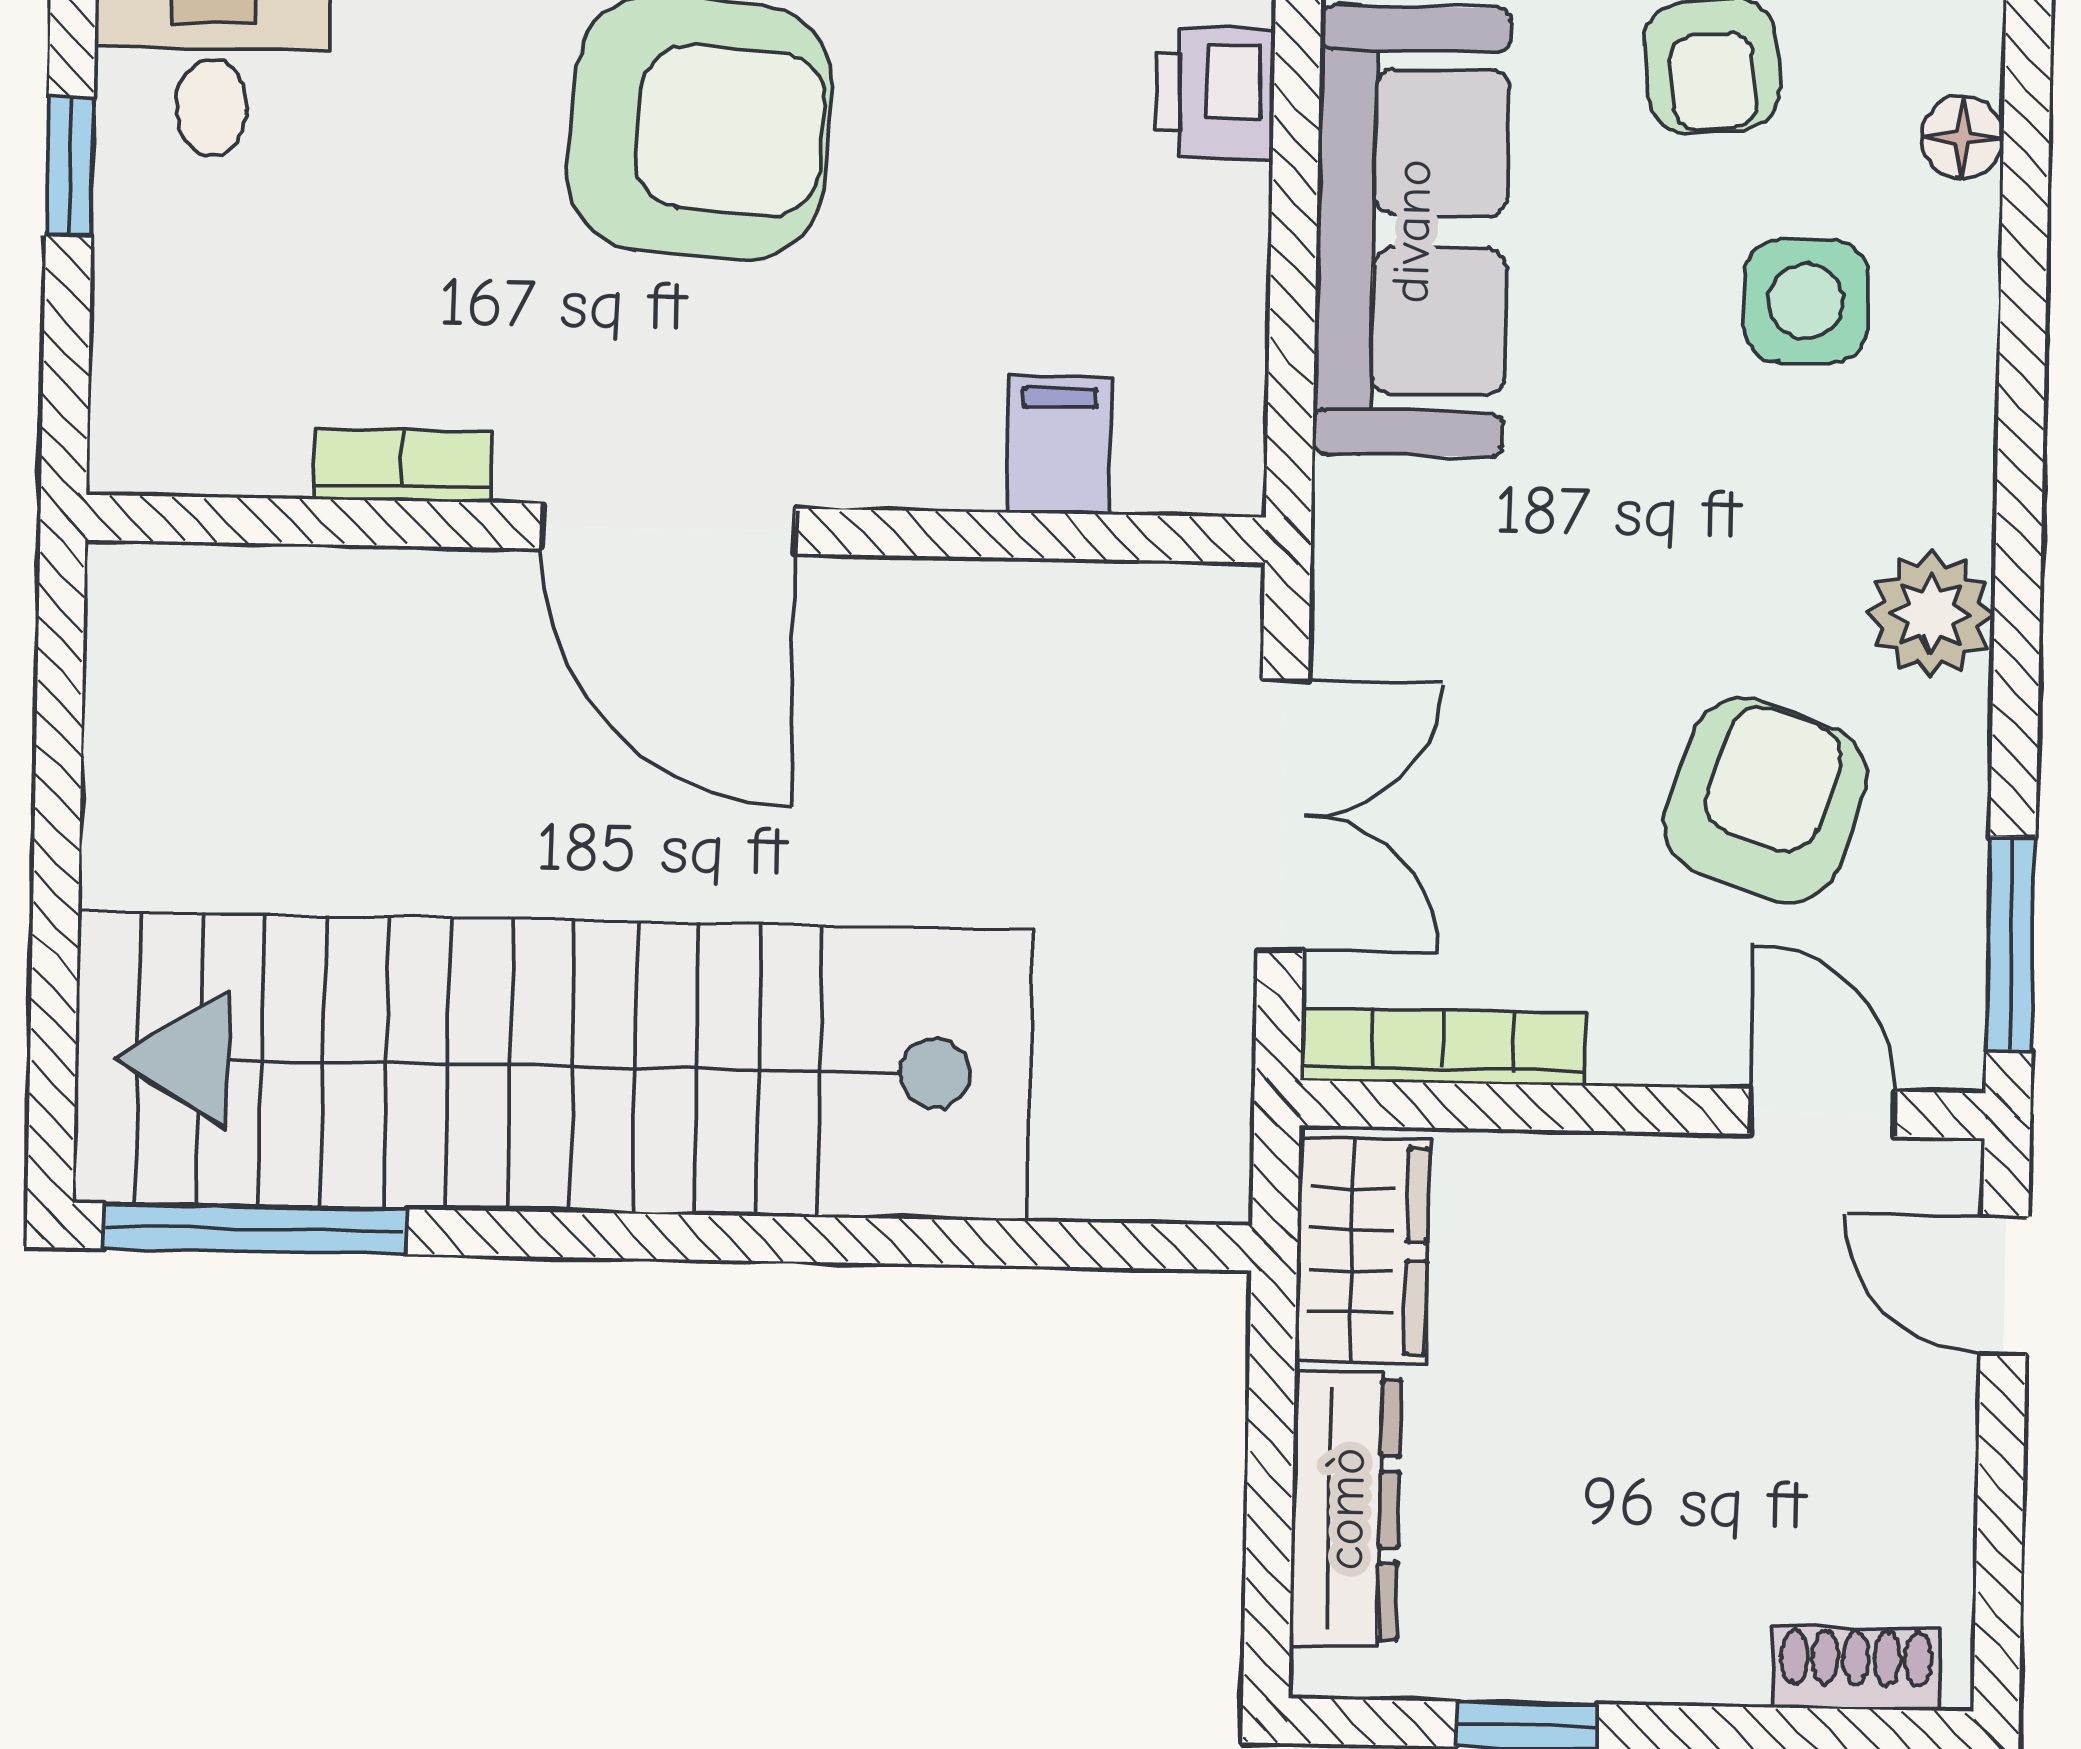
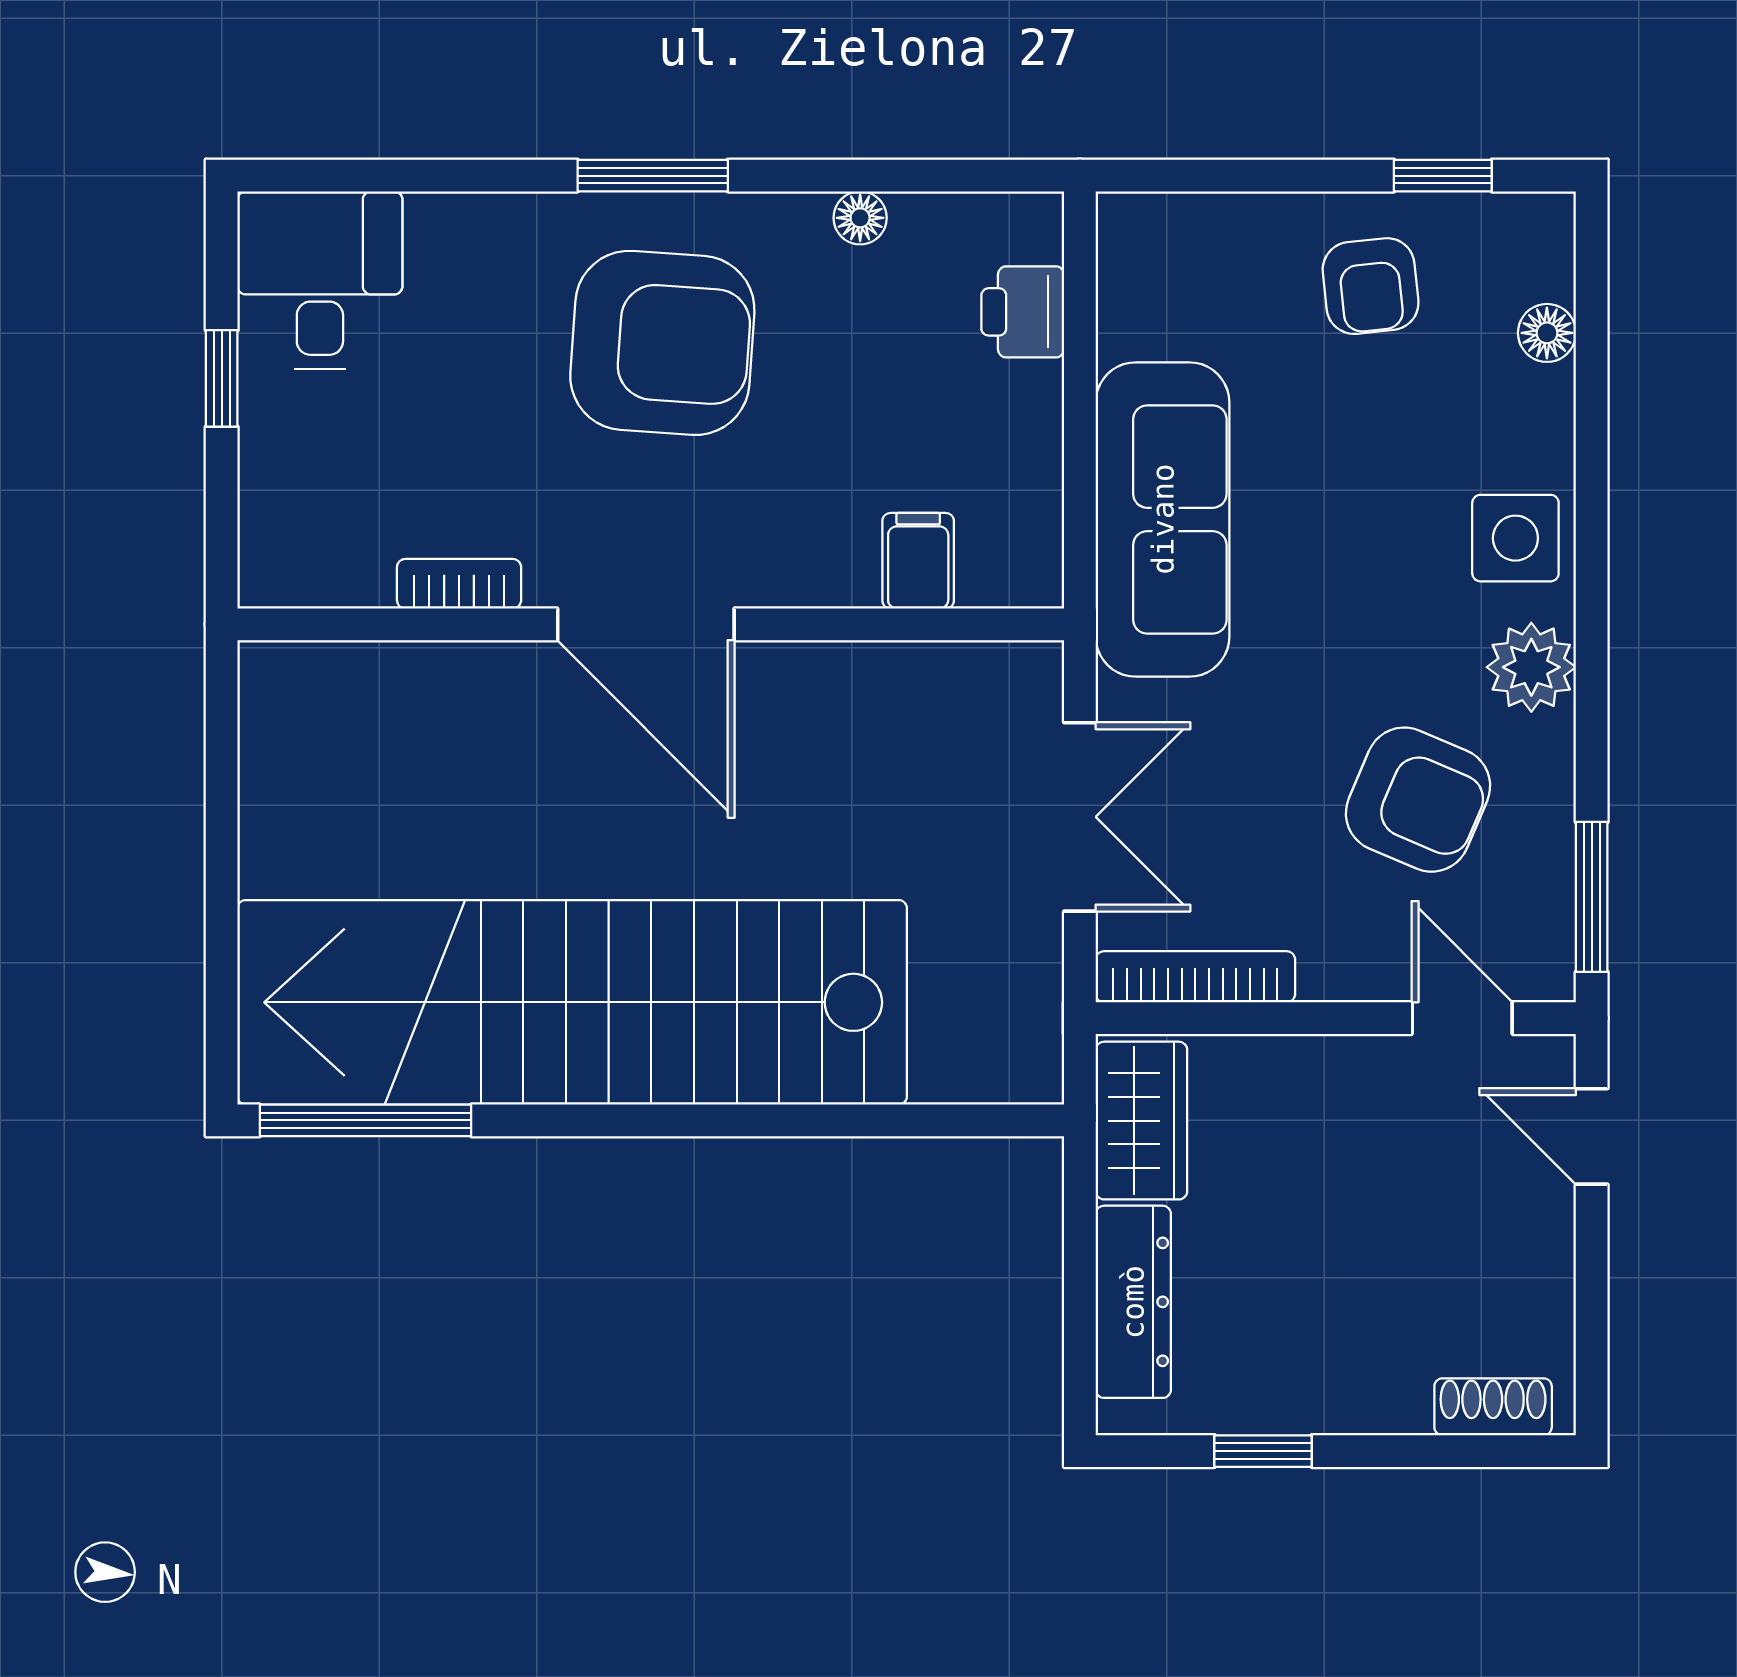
sofa: (1412, 231) -> (1163, 519), moved
side table: (1806, 301) -> (1515, 538), moved
armchair: (1766, 800) -> (1418, 800), turned 94

